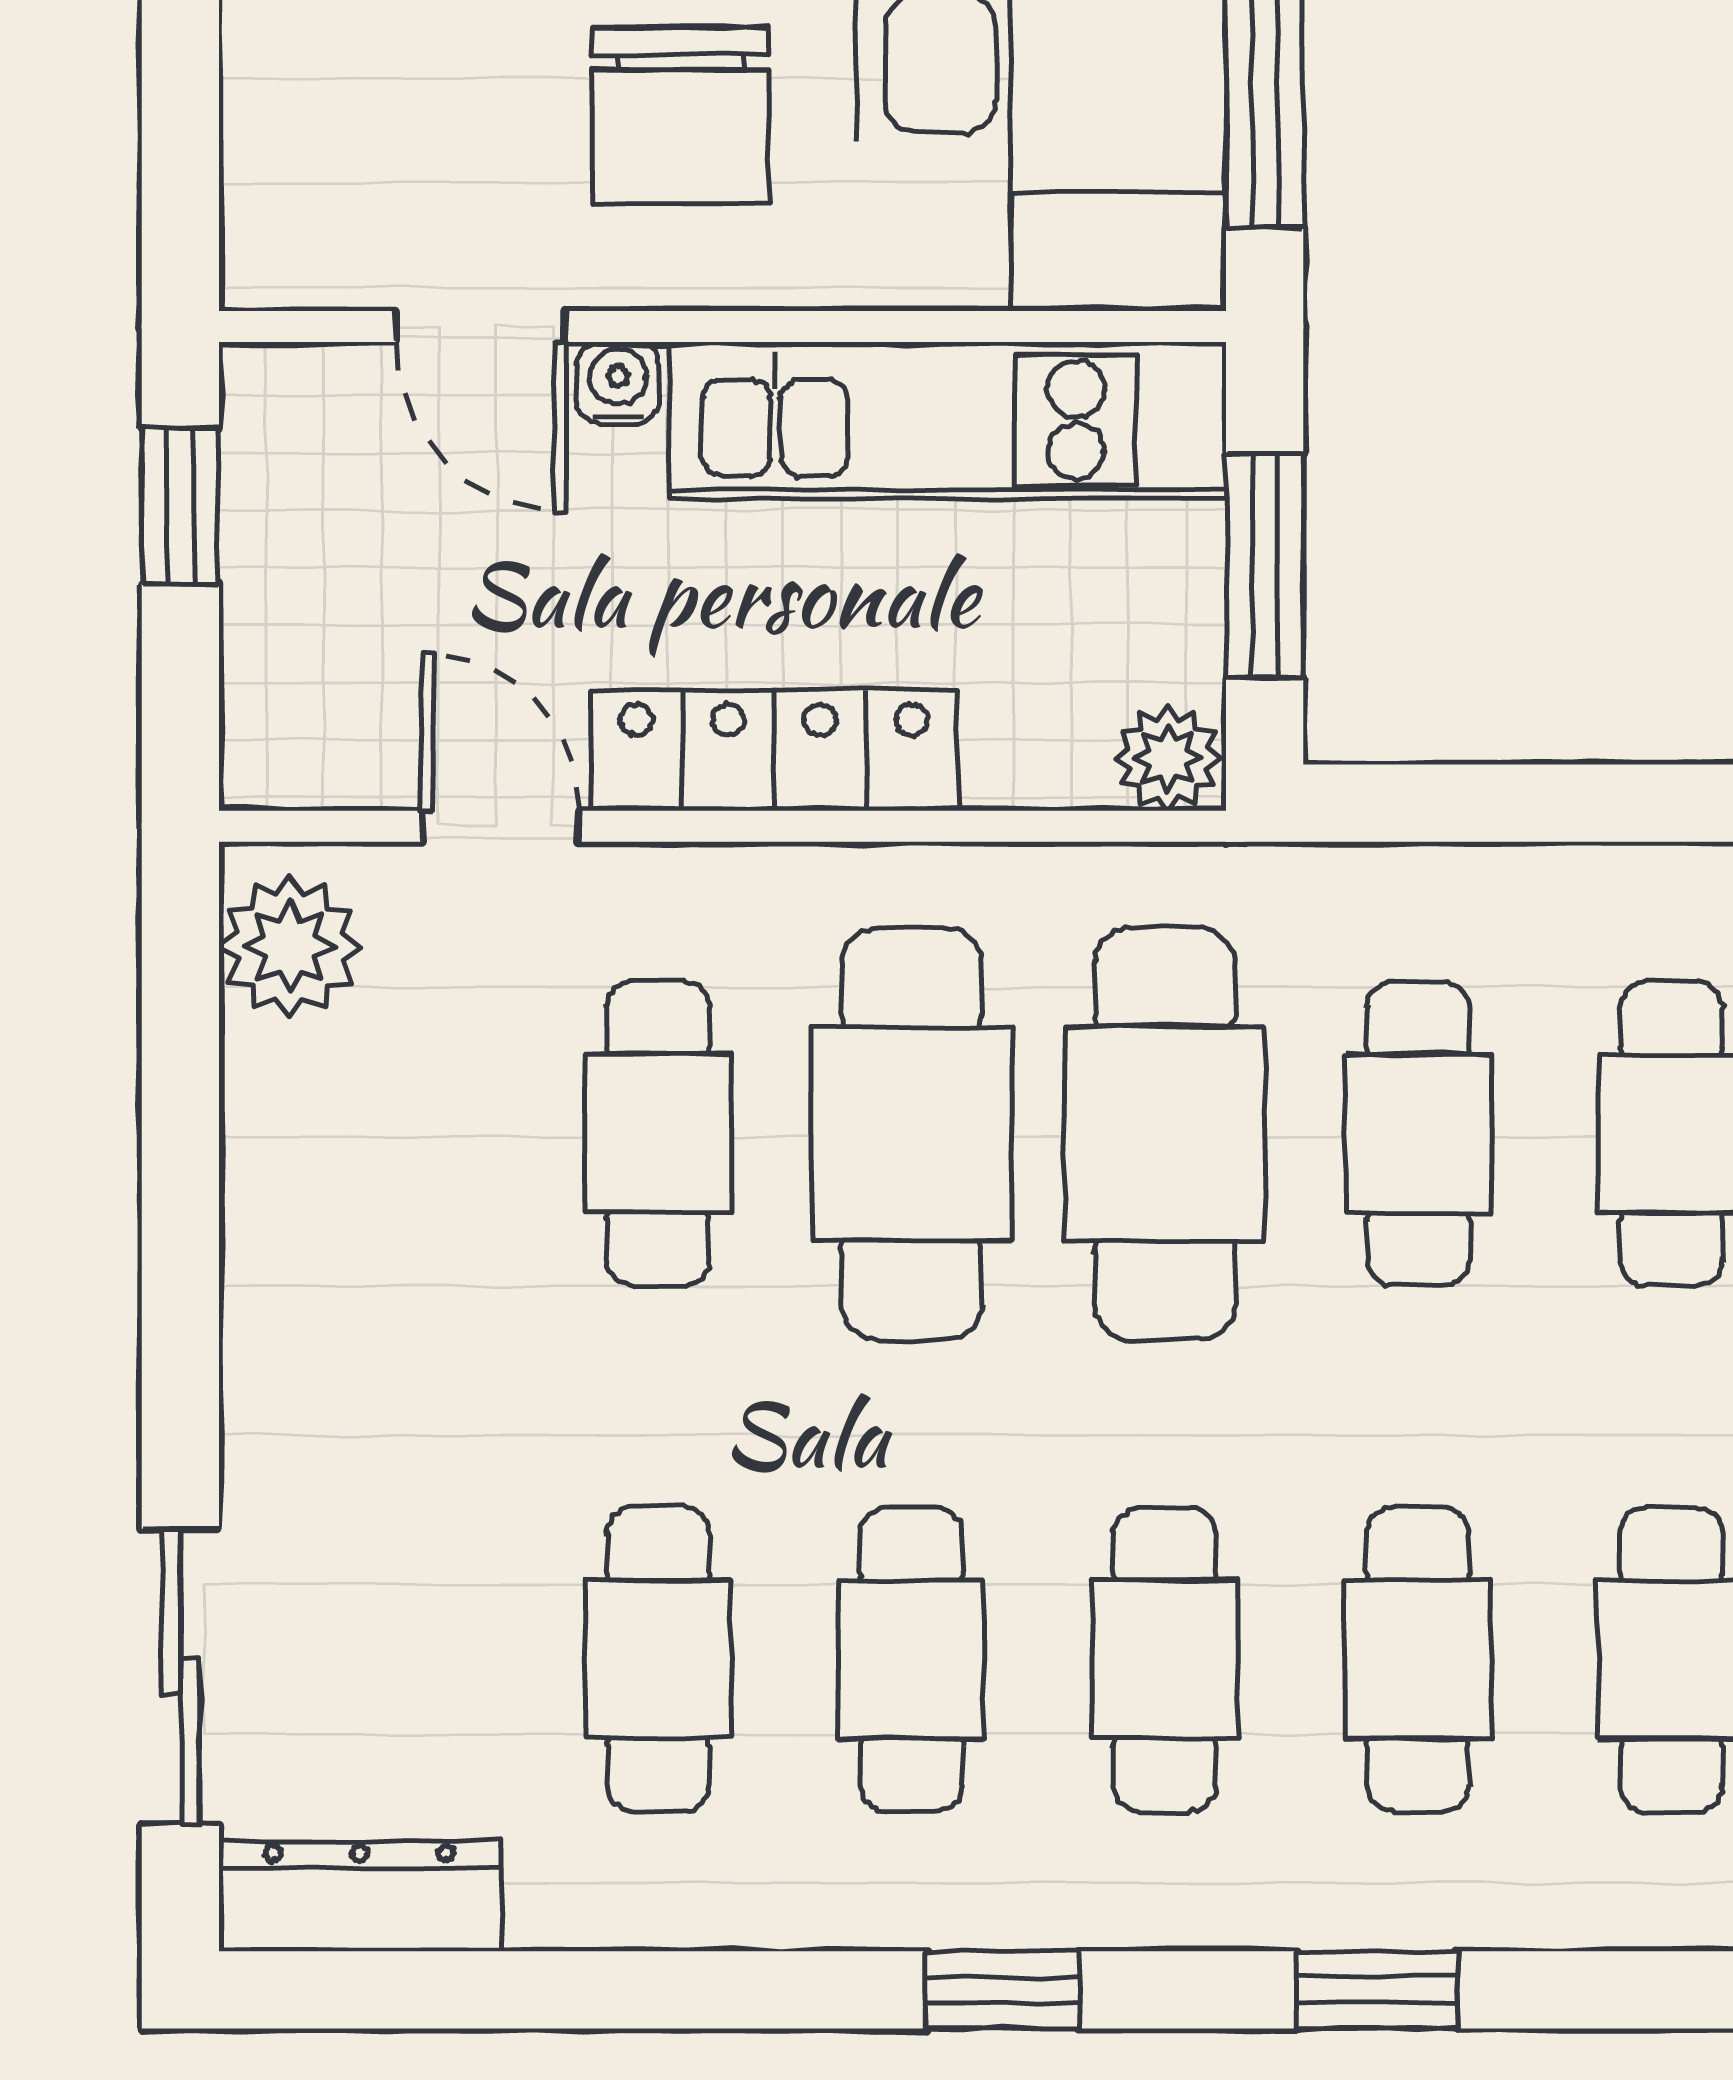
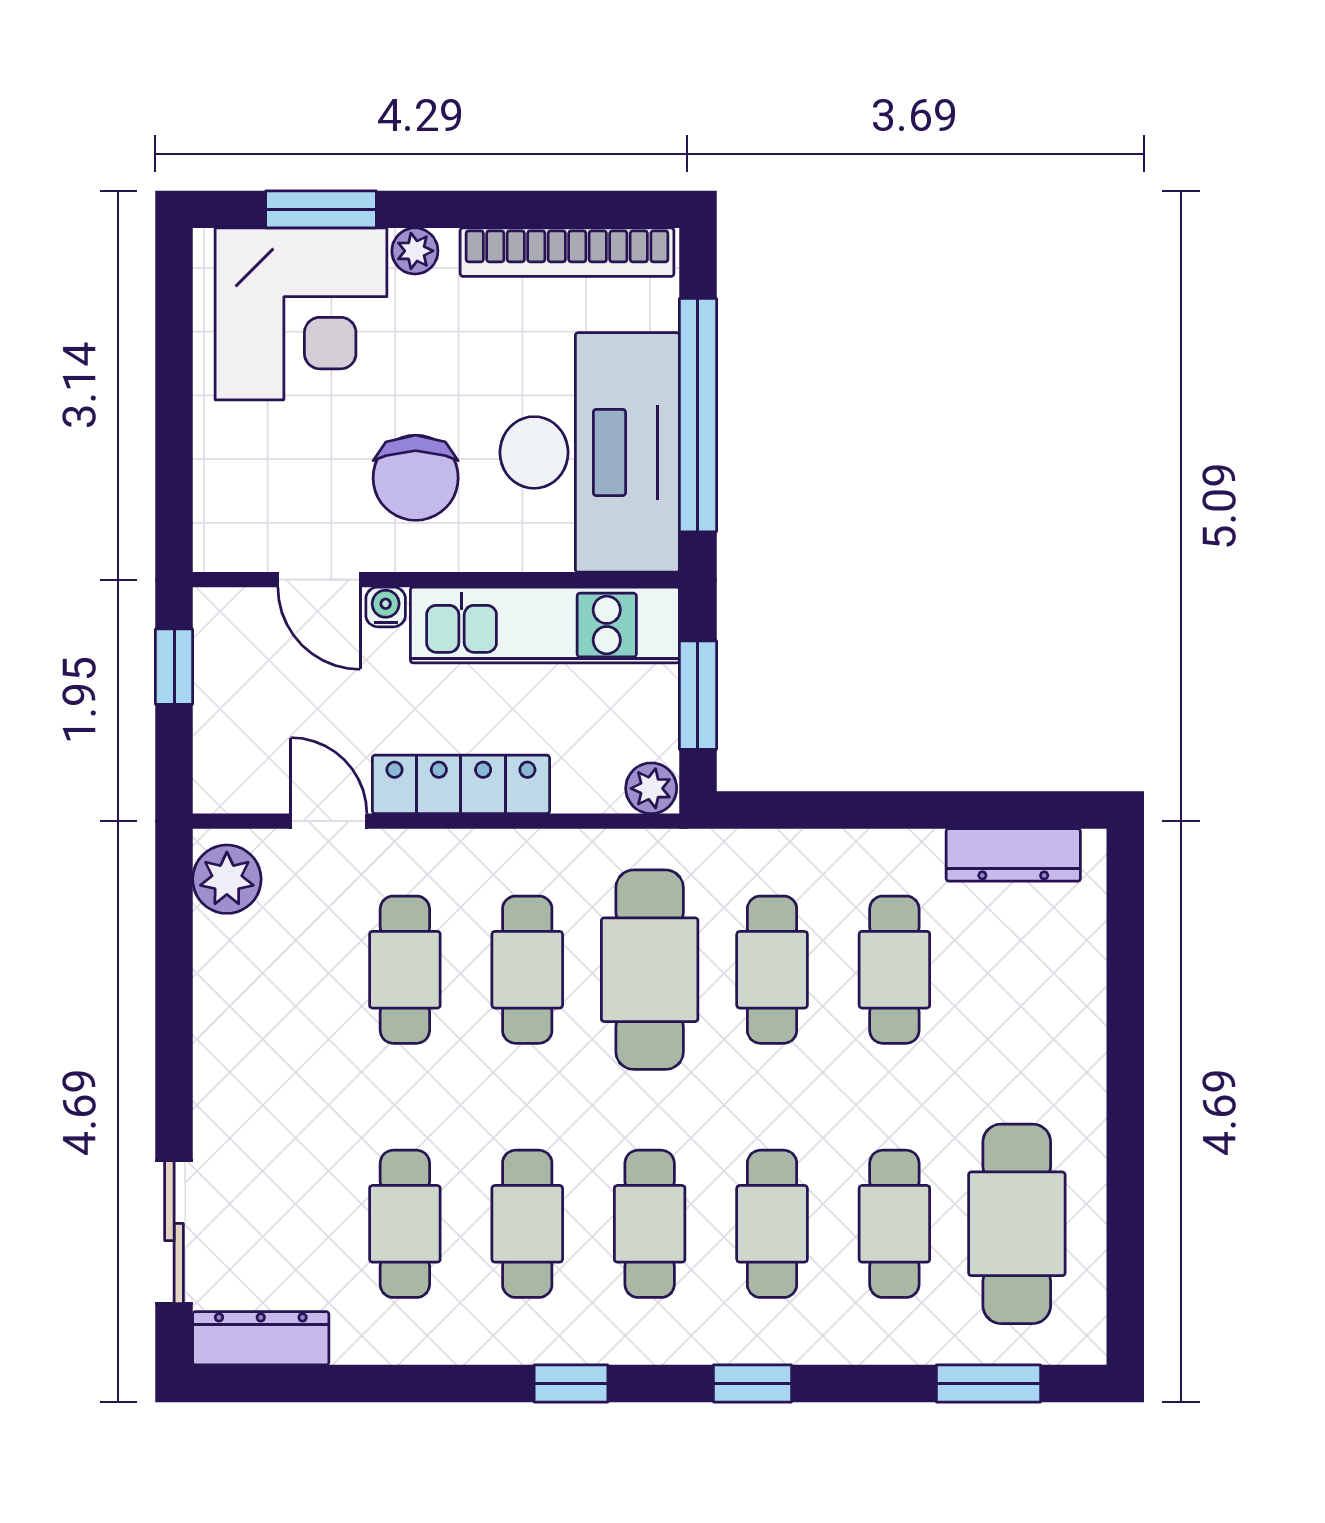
cafe table: (911, 1134) -> (527, 970), width x0.73, depth x0.74

